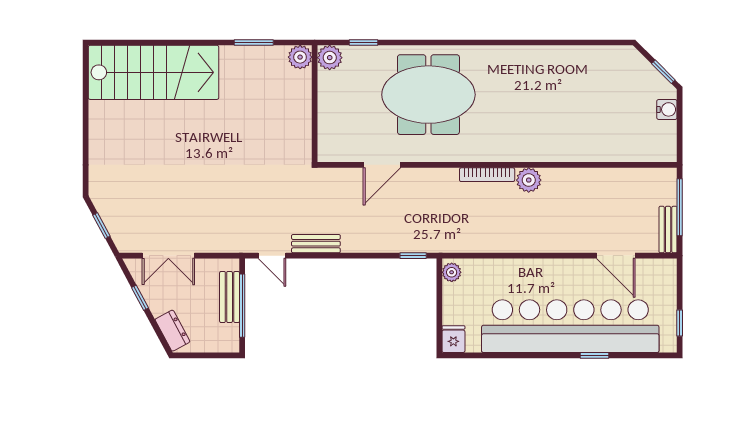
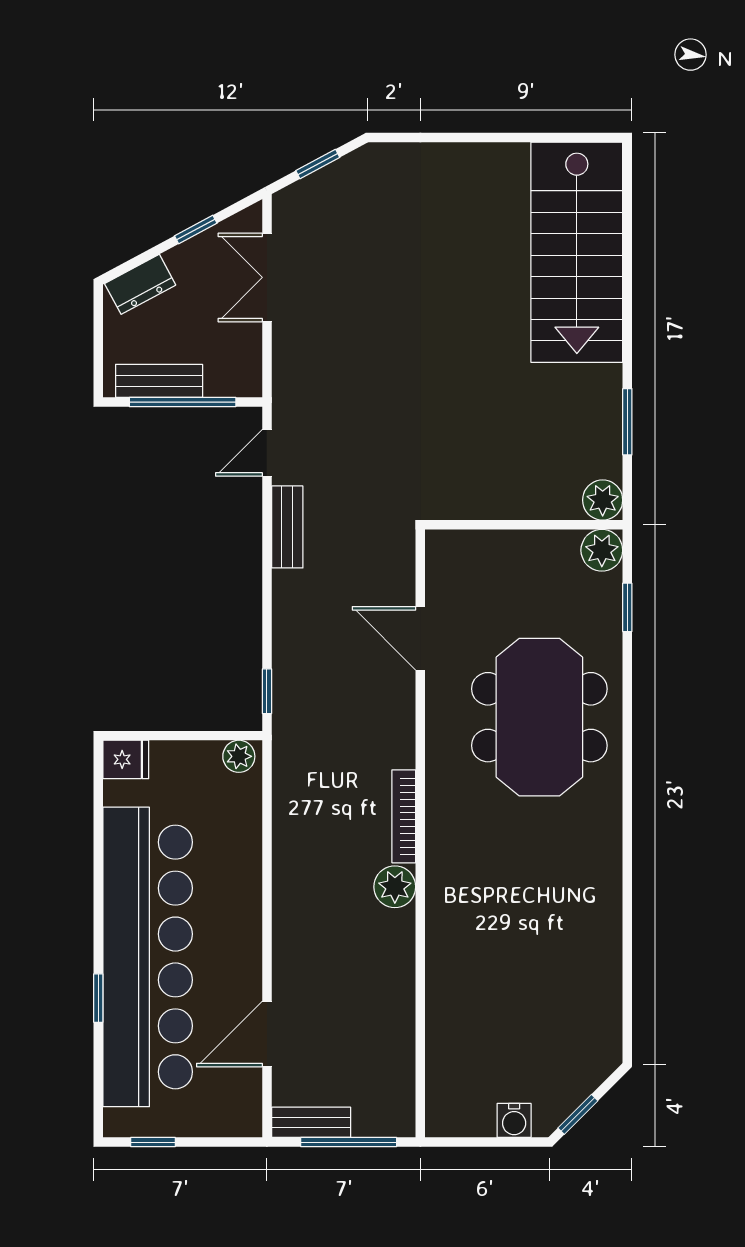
bench: (230, 297) -> (159, 381), moved

